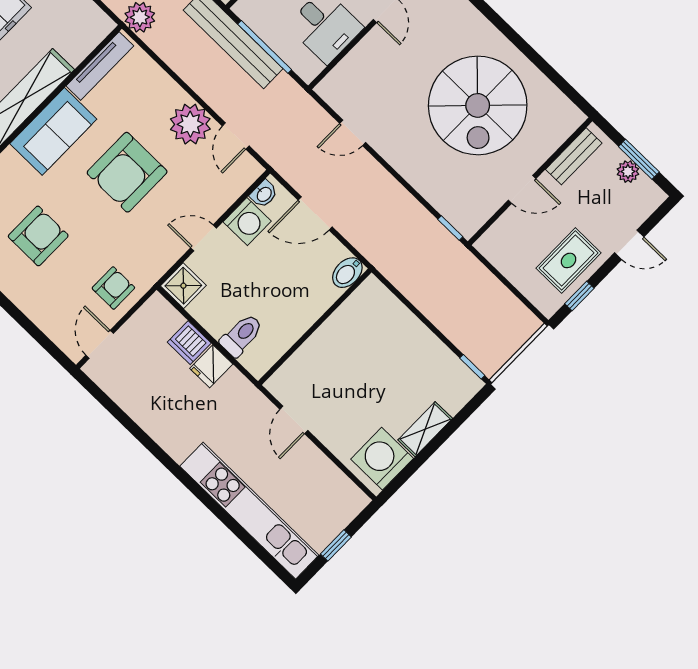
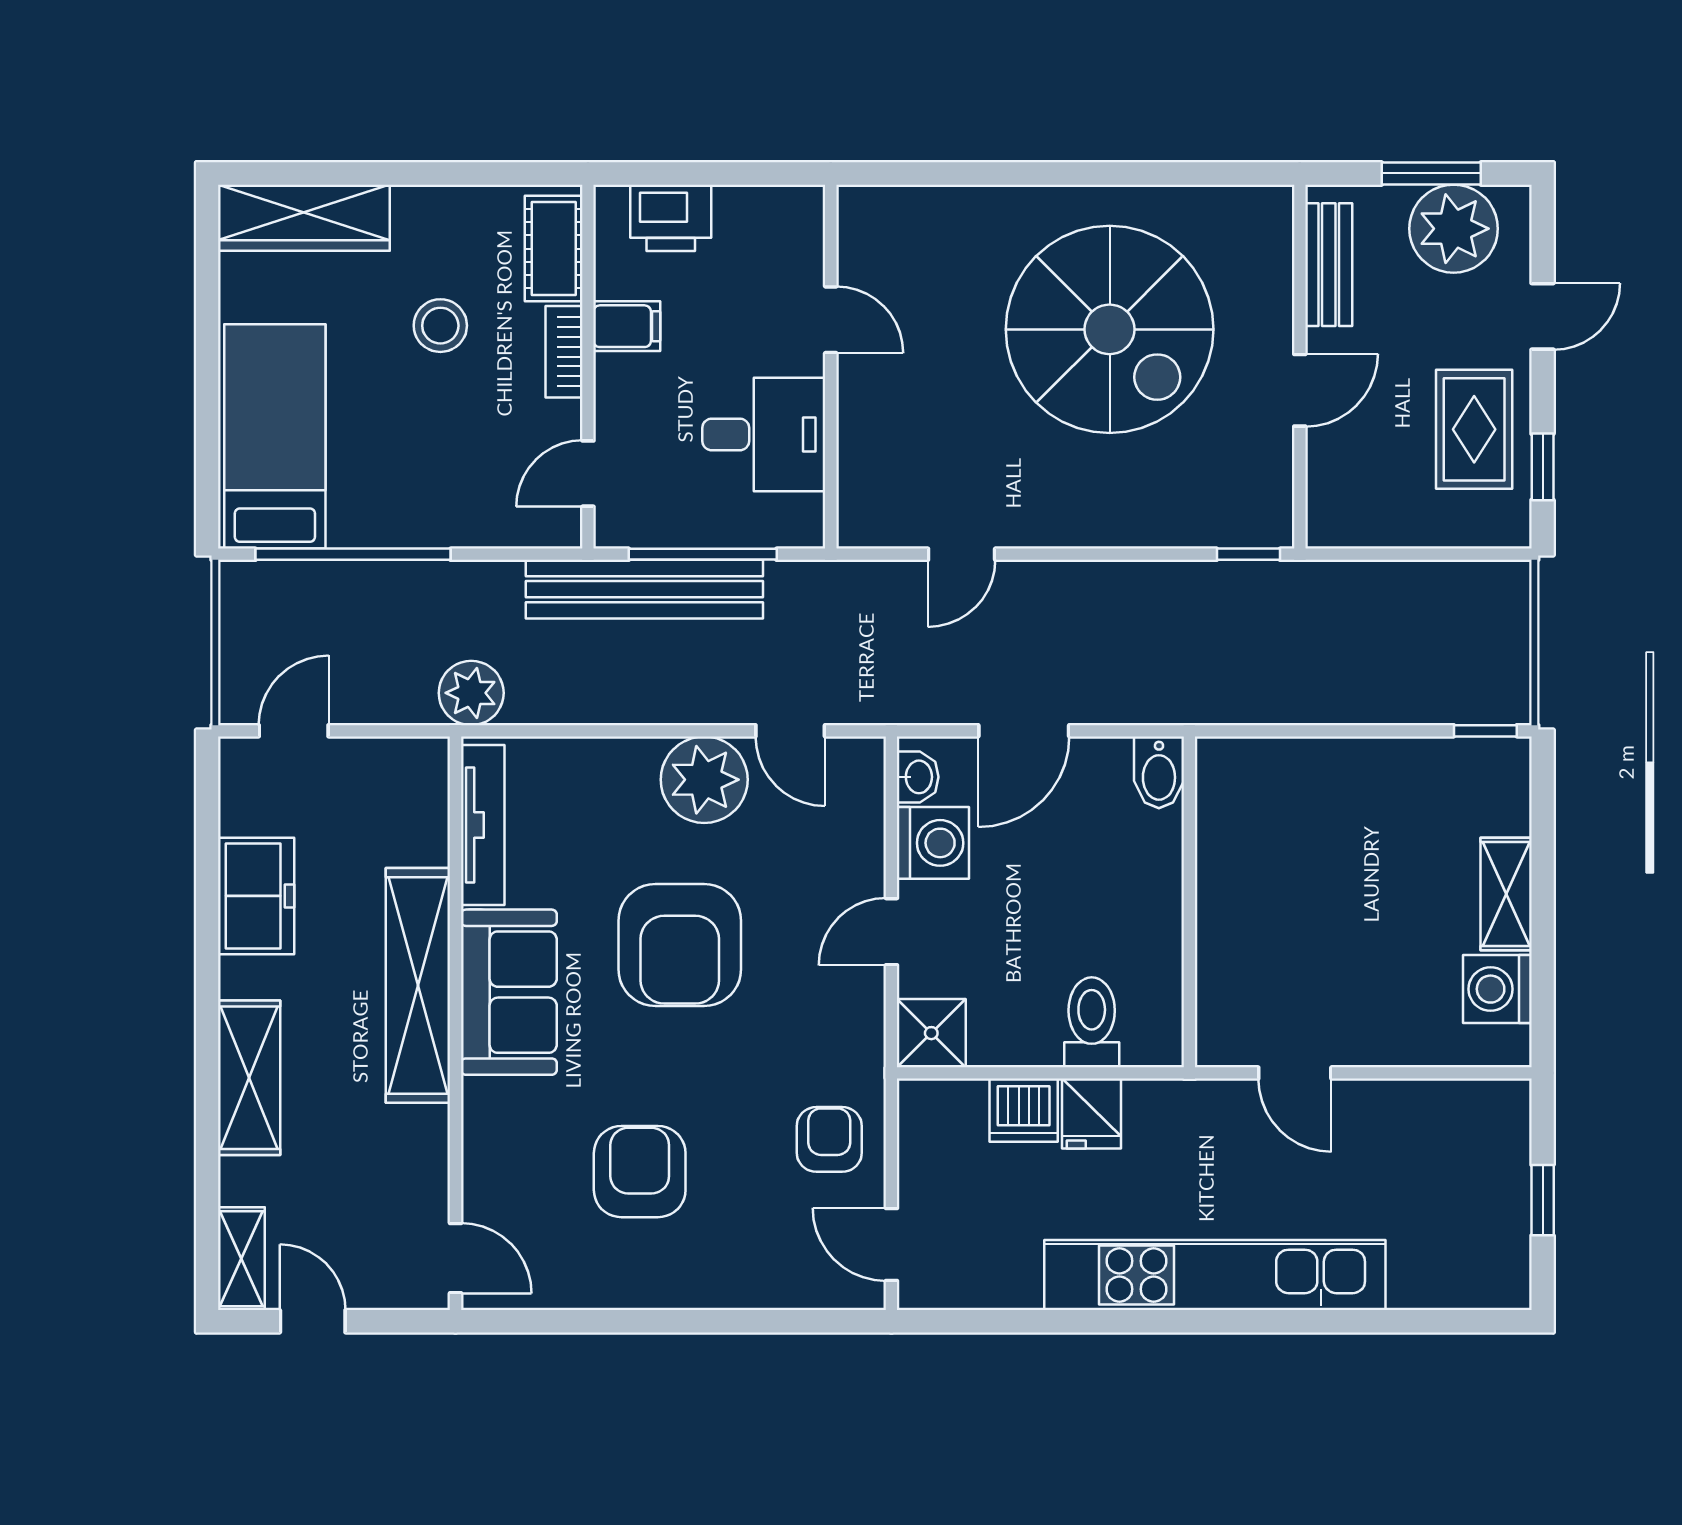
plant: (628, 172) -> (1454, 229), width x1.87, depth x1.87
washing machine: (382, 459) -> (1497, 989), width x0.73, depth x0.73
kitchen unit: (249, 511) -> (1215, 1275), moved

